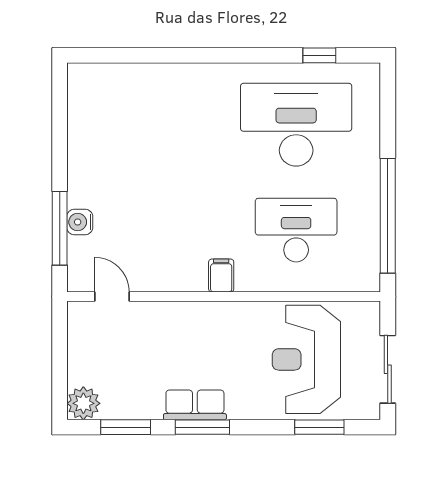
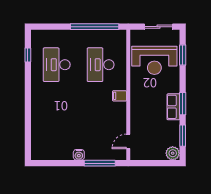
desk: (296, 125) -> (57, 65), width x0.73, depth x0.77
water cooler: (80, 222) -> (79, 155), moved

